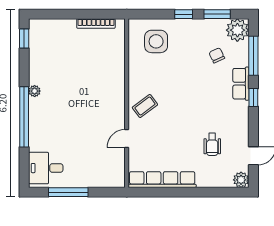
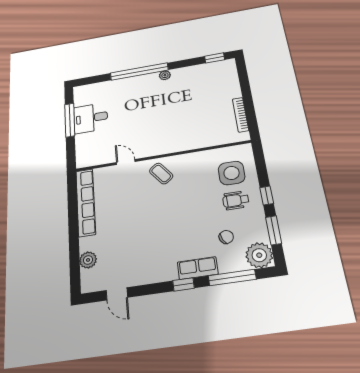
wheelchair: (212, 144) -> (236, 200), moved
desk: (46, 168) -> (91, 118), moved, turned -90
plant: (241, 180) -> (88, 260), moved

